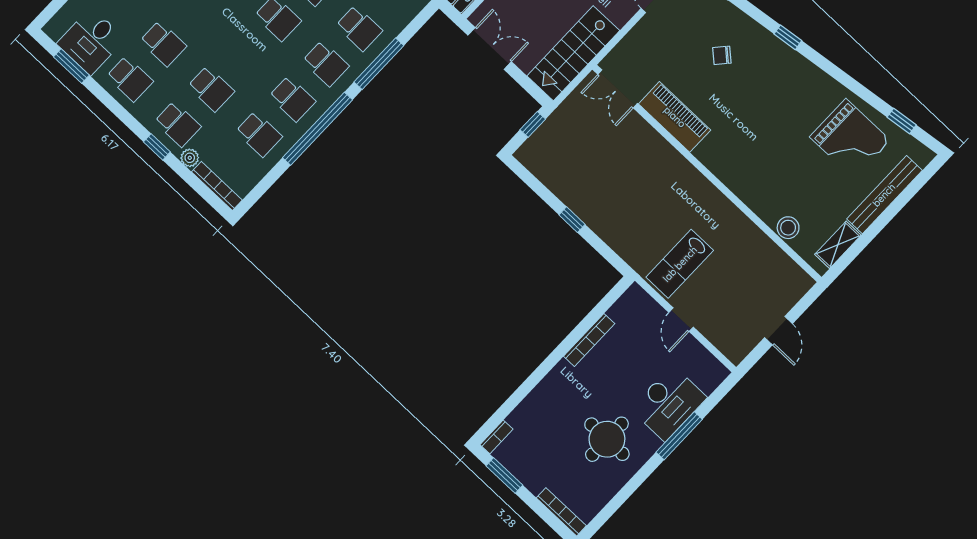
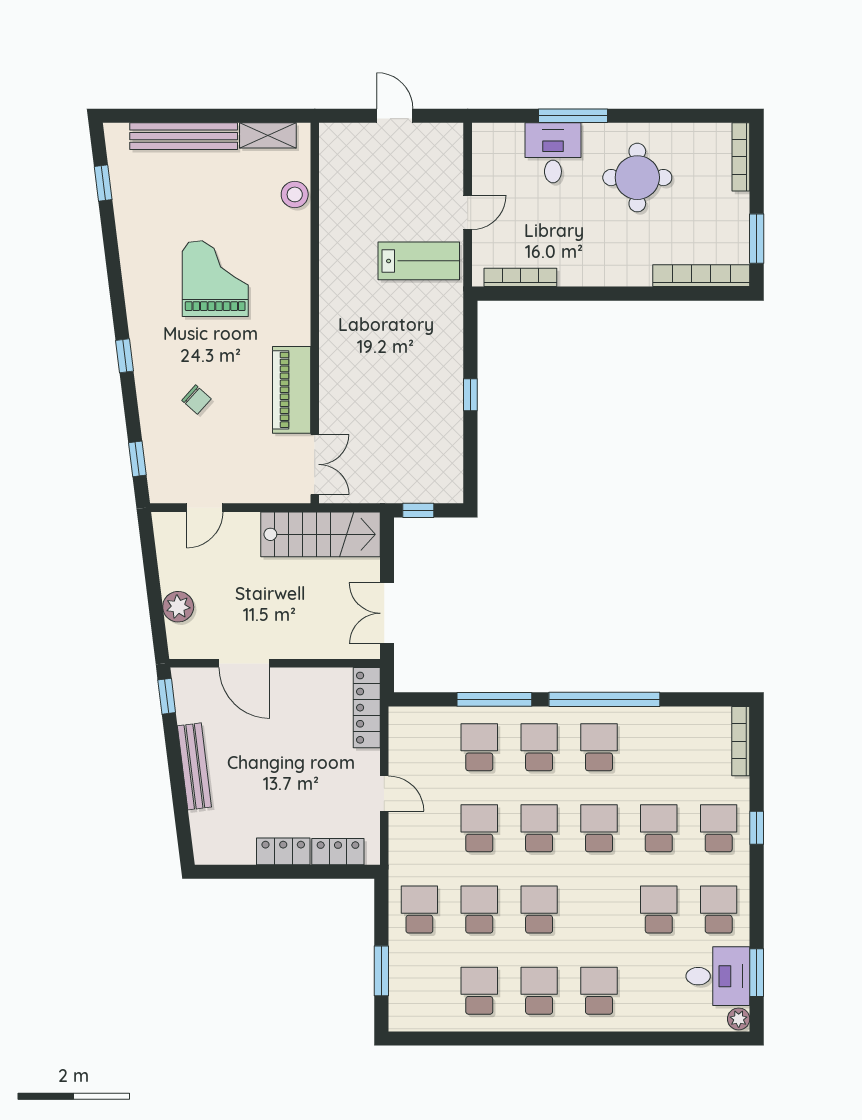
school desk: (259, 134) -> (599, 828), moved
grand piano: (850, 139) -> (215, 279), moved
plant: (190, 158) -> (739, 1019), moved
door: (779, 331) -> (395, 116), hinge flipped
bookcase: (589, 340) -> (520, 277), moved
desk: (669, 403) -> (553, 153), width x0.73
bookcase: (497, 437) -> (701, 276), width x2.31, depth x1.31

